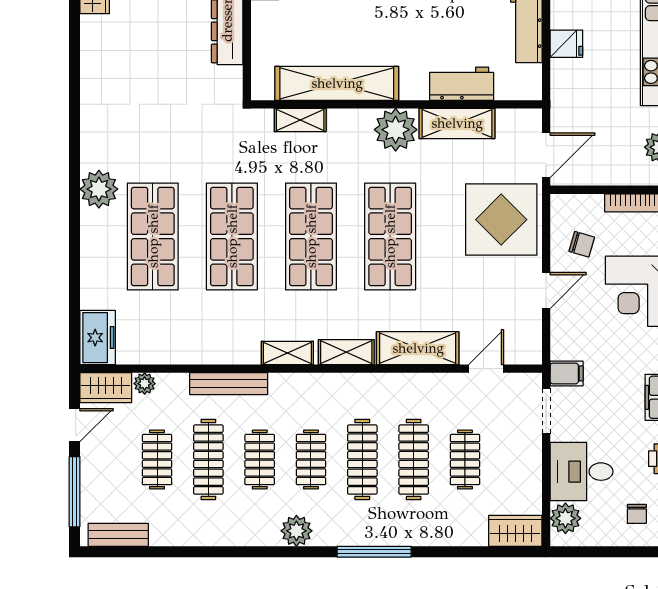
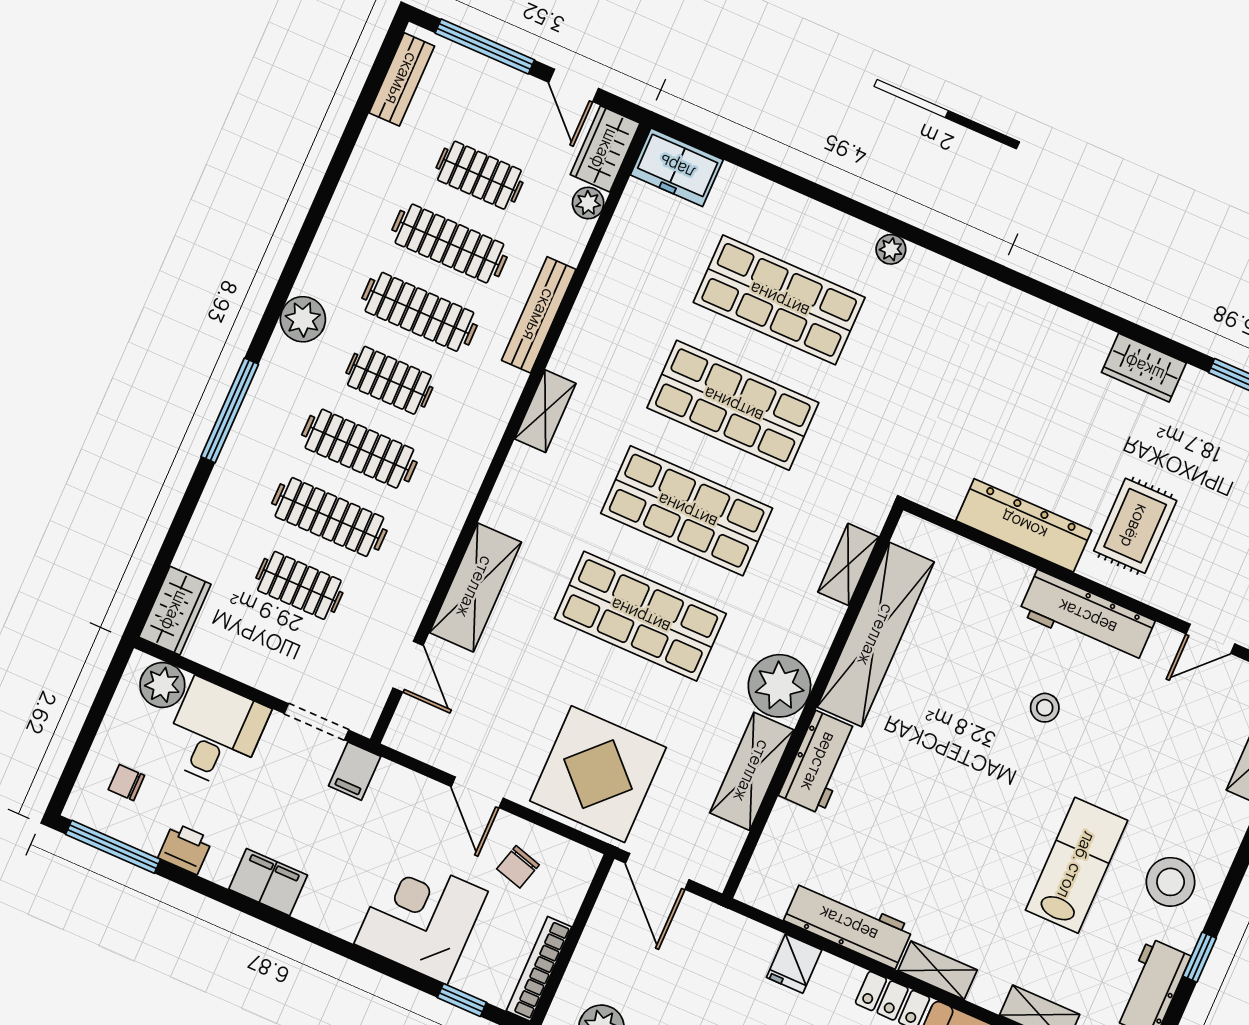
workbench: (462, 84) -> (819, 762), moved
plant: (99, 189) -> (891, 249), width x0.53, depth x0.53
shelving: (346, 352) -> (512, 490), removed
clothes rail: (260, 460) -> (419, 312), width x1.36

